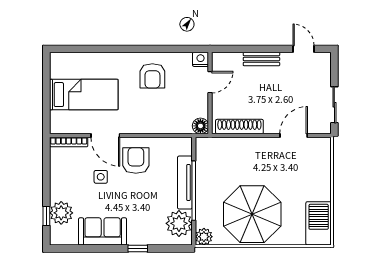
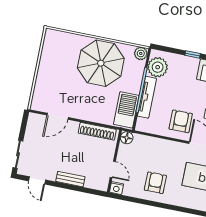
door: (210, 82) -> (113, 169), swing flipped
sliding door: (334, 105) -> (18, 154), moved
armchair: (136, 160) -> (181, 121), turned 180
barbecue: (319, 223) -> (126, 110), moved, turned 180

